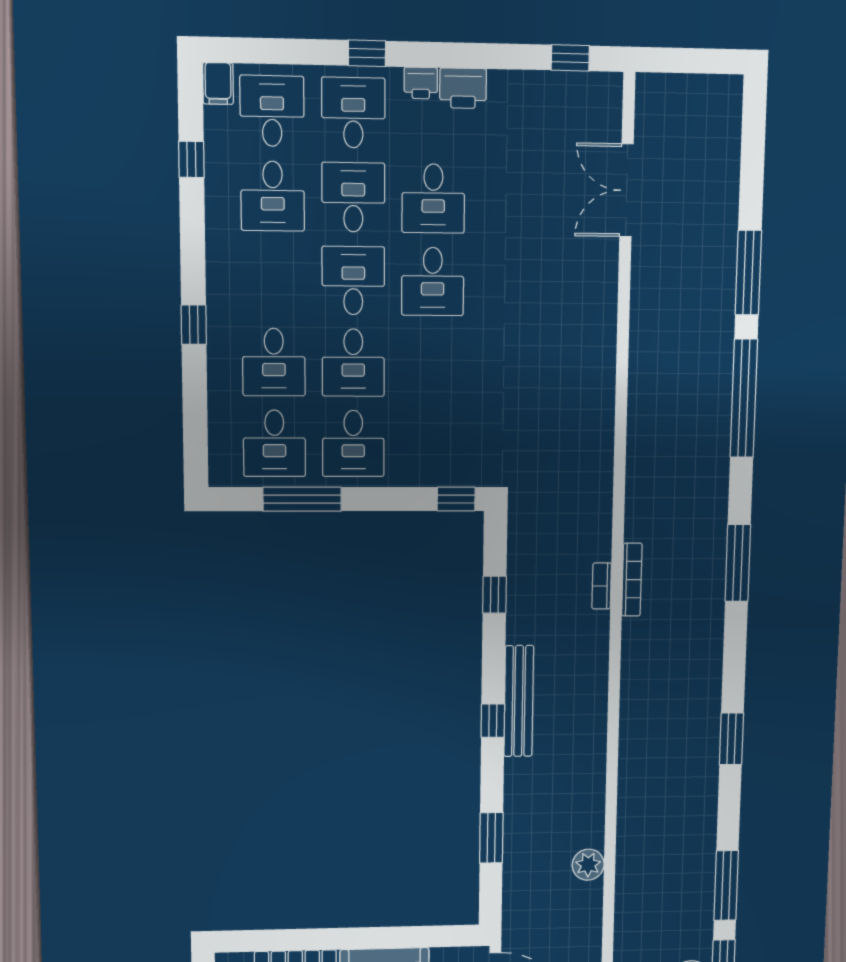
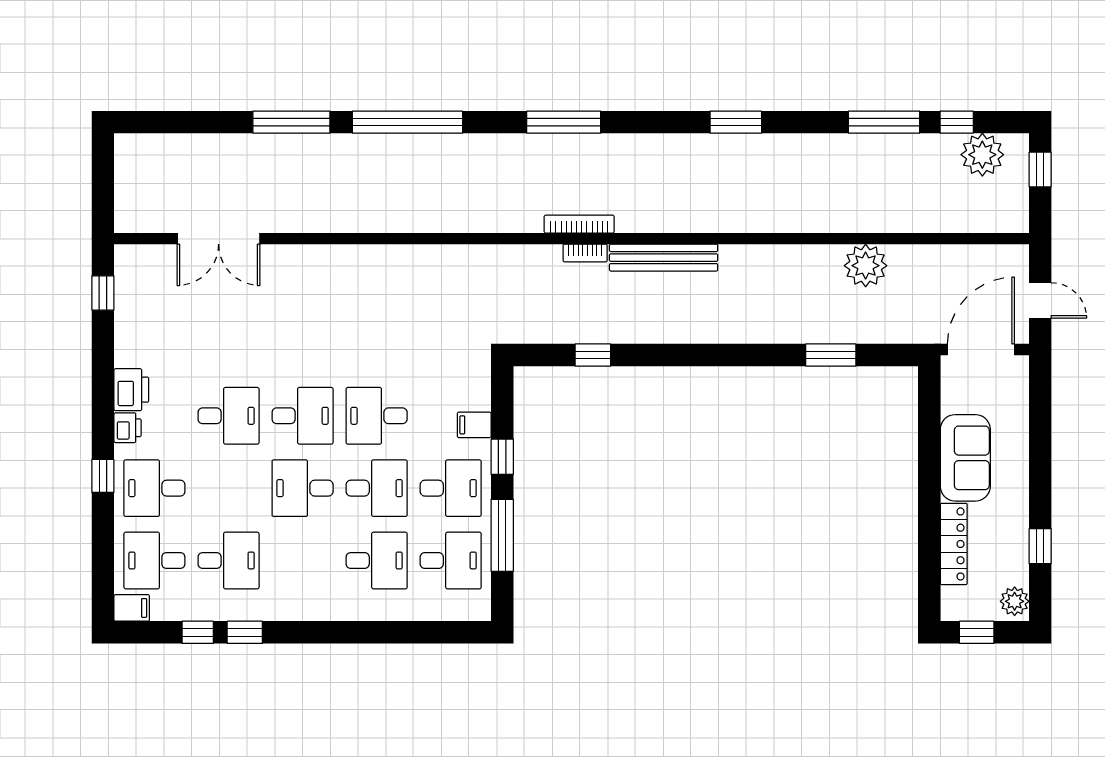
desk: (353, 197) -> (377, 416), moved
window: (194, 325) -> (245, 632), moved
filing cabinet: (421, 469) -> (474, 425), added
window: (456, 499) -> (502, 457), moved
bench: (519, 701) -> (664, 258), moved
window: (493, 721) -> (715, 355), removed
plant: (588, 865) -> (866, 266), width x1.36, depth x1.36

